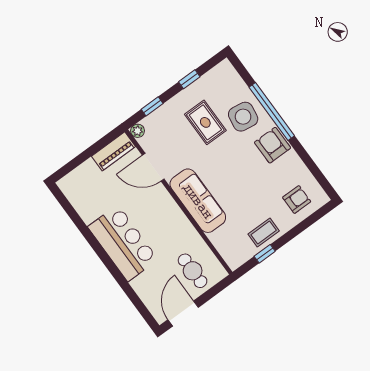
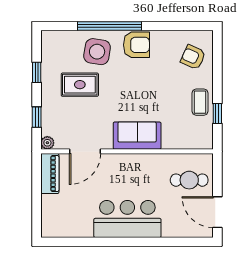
armchair: (273, 145) -> (136, 45), turned 180
armchair: (297, 200) -> (193, 57), turned -66
sofa: (198, 201) -> (137, 136), width x0.73

